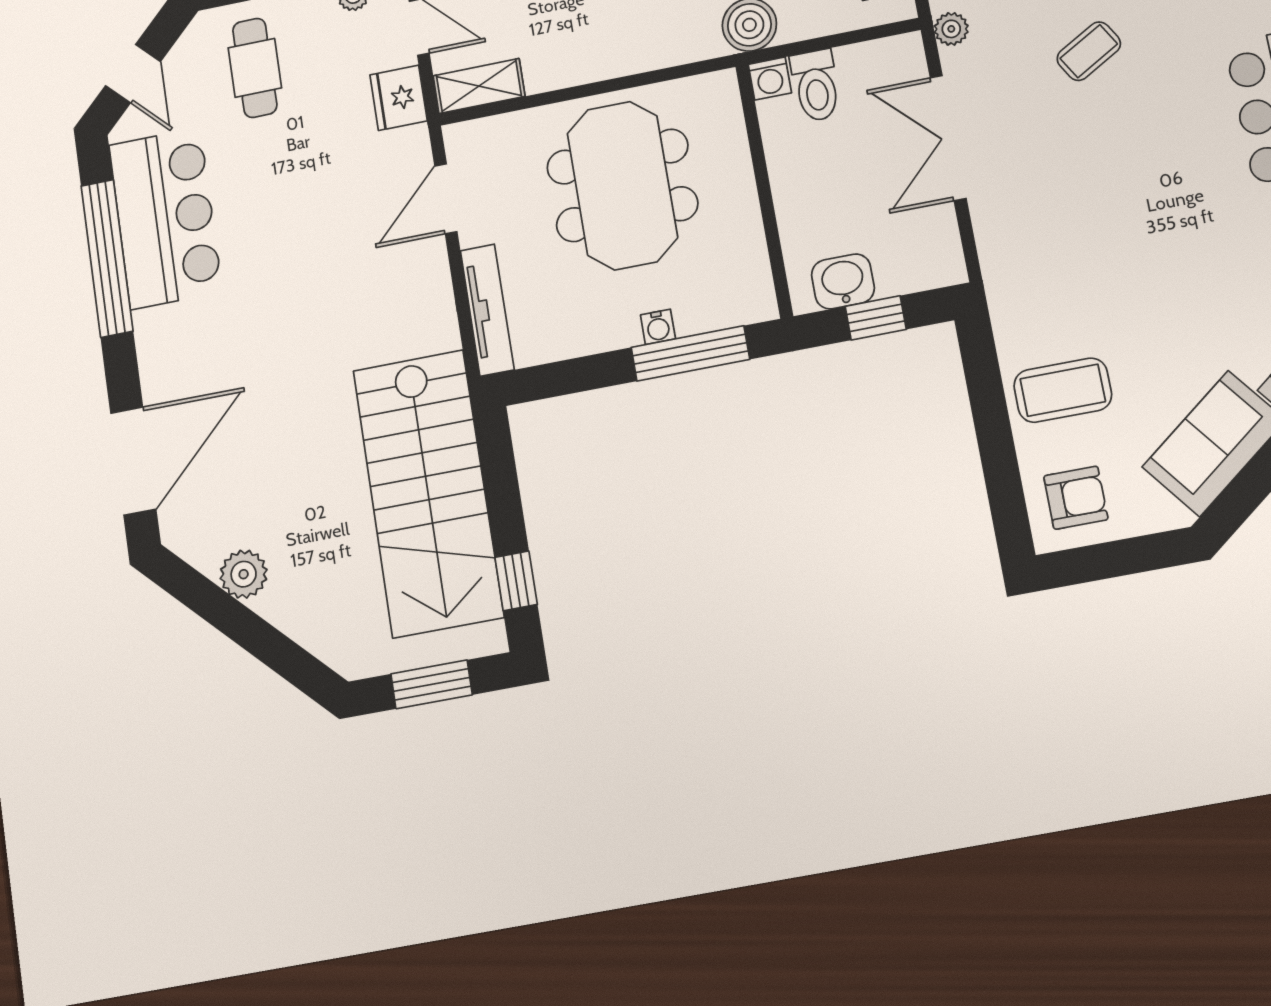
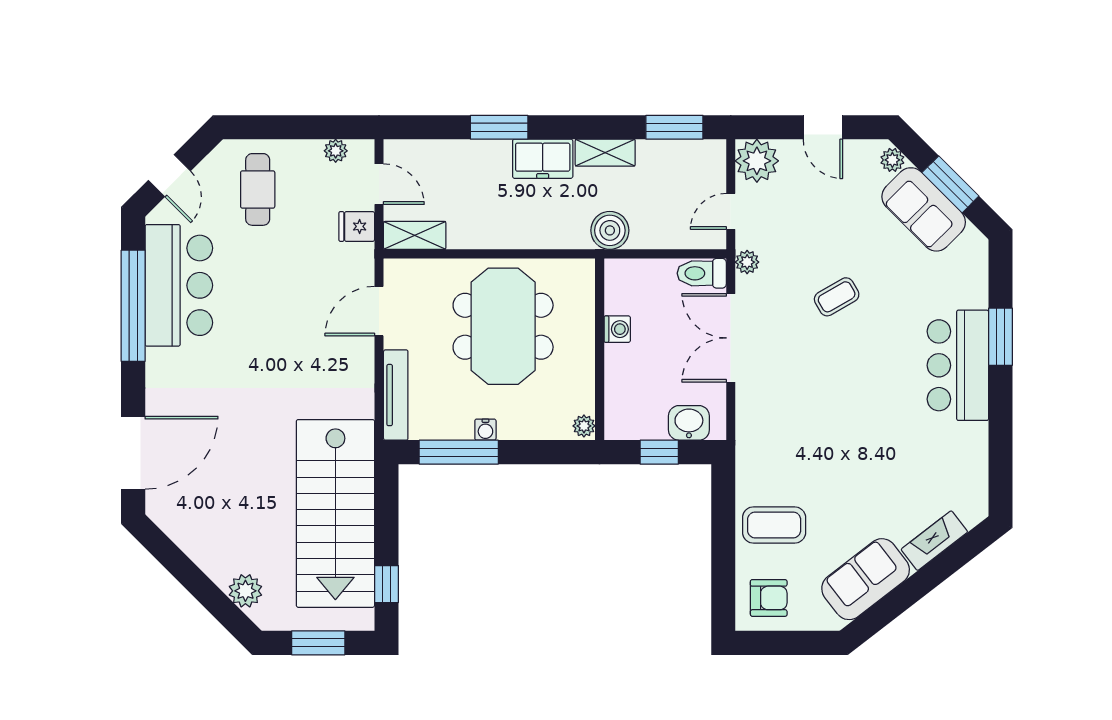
washing machine: (770, 79) -> (617, 329), moved, turned -90
toilet: (816, 86) -> (702, 273), moved, turned 90
fridge: (399, 98) -> (357, 226), width x0.72
washbasin: (843, 281) -> (689, 423), moved
plant: (761, 302) -> (584, 426), added
water cooler: (658, 327) -> (485, 430), moved
window: (690, 353) -> (459, 452), moved
plant: (244, 574) -> (245, 591), moved

